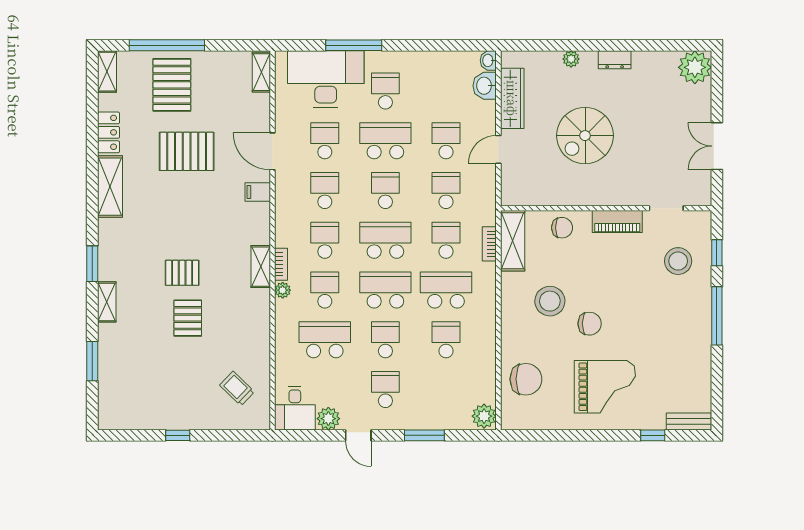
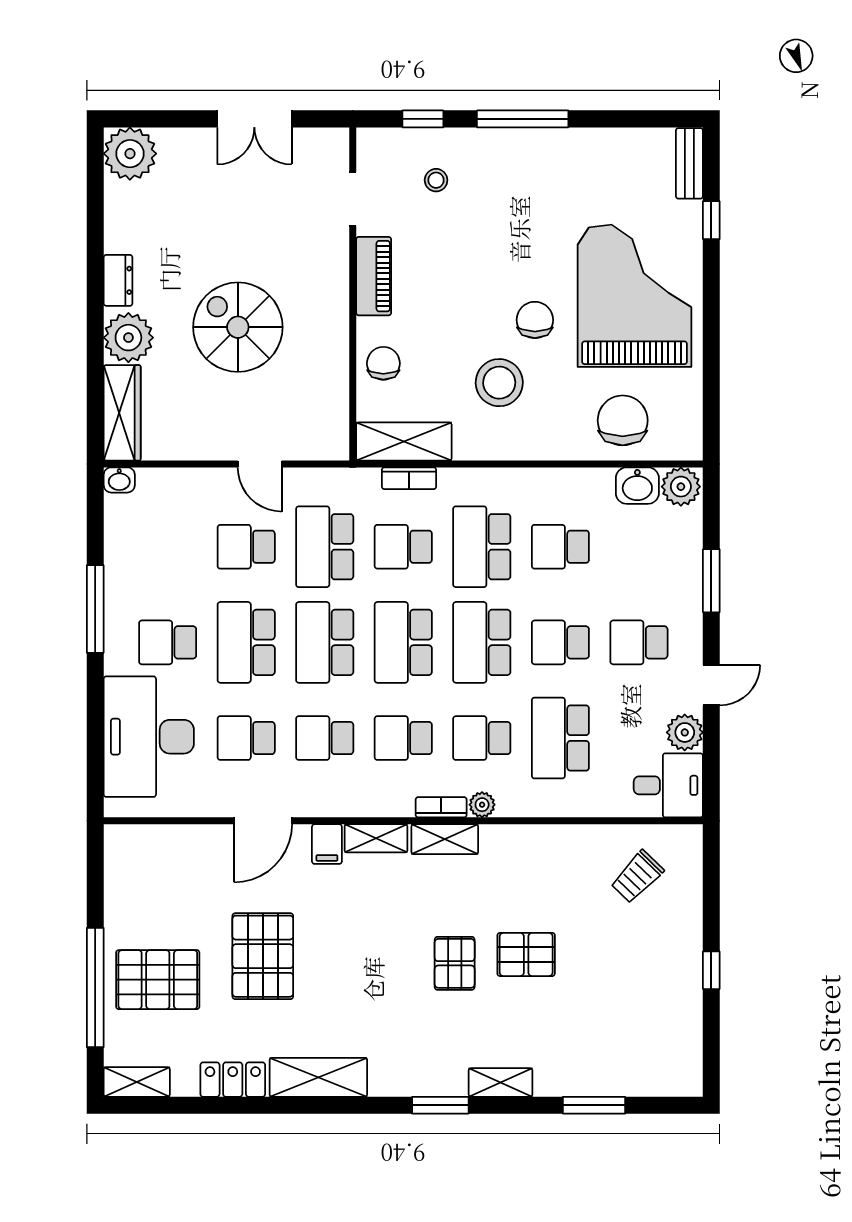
window: (354, 45) -> (95, 609), moved
plant: (571, 59) -> (128, 338), width x1.87, depth x1.87
shelving: (261, 72) -> (376, 838), moved
washbasin: (485, 86) -> (637, 486), moved
wardrobe: (512, 98) -> (122, 413), moved, turned 90
spiral stairs: (585, 136) -> (238, 327), turned 180
school desk: (385, 191) -> (325, 642), width x1.85
school desk: (446, 191) -> (325, 547), width x1.85
stool: (678, 261) -> (436, 180), width x0.53, depth x0.53
grand piano: (605, 387) -> (635, 296), width x1.37, depth x1.48

